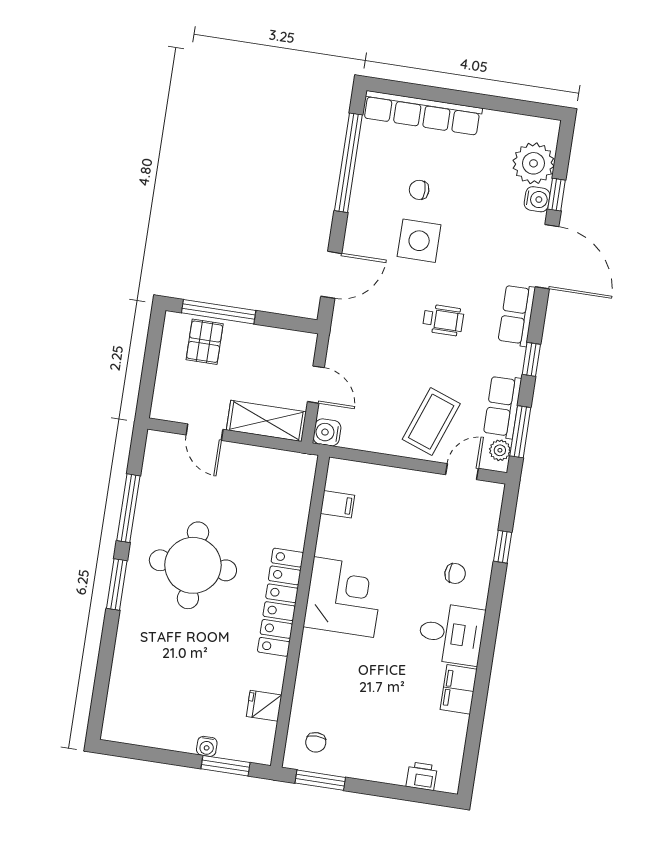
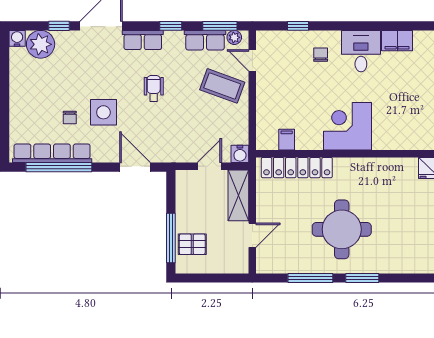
row of seats: (422, 113) -> (52, 153), moved, turned -90
water cooler: (537, 199) -> (17, 38), moved
locker: (280, 602) -> (297, 168), moved

